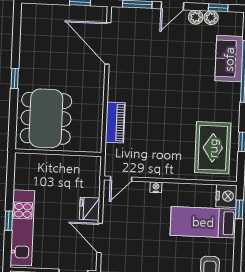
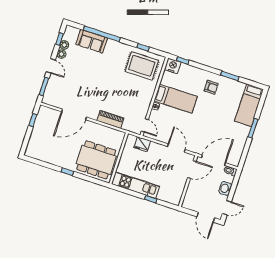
door: (108, 43) -> (74, 114), moved
fridge: (90, 209) -> (142, 144), moved
bed: (203, 222) -> (176, 99), moved, turned -90
kitchen unit: (22, 228) -> (136, 185), moved
door: (100, 238) -> (176, 148), swing flipped

